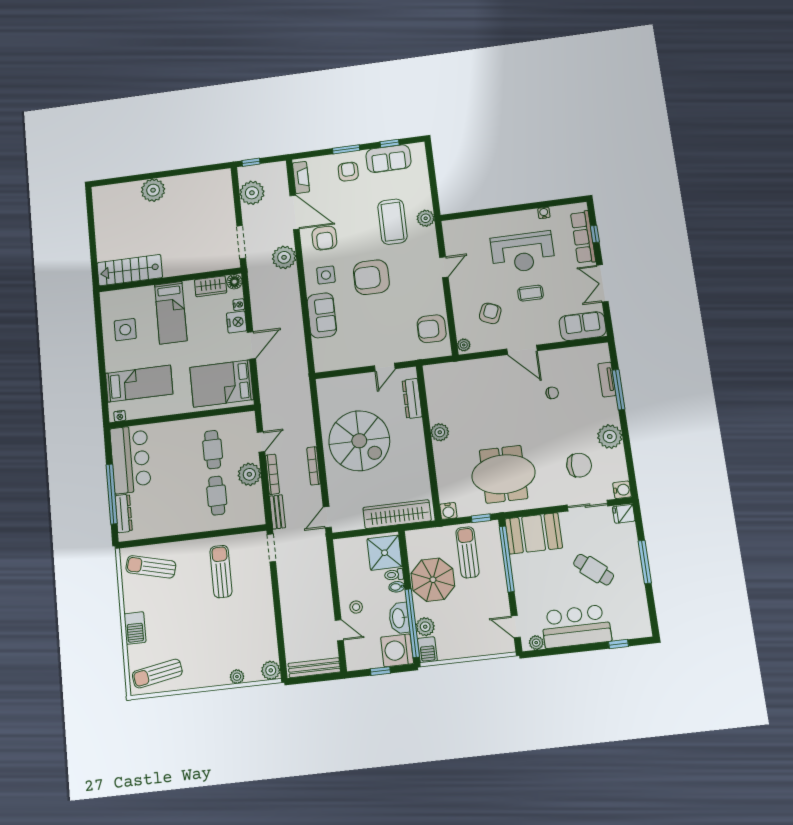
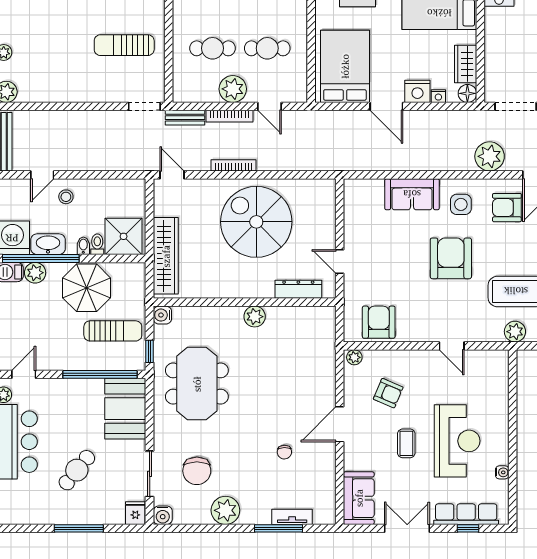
reception desk: (523, 252) -> (457, 441), turned 180
spiral stairs: (359, 441) -> (256, 222), turned 90
sun lounger: (221, 571) -> (124, 45), turned 180

